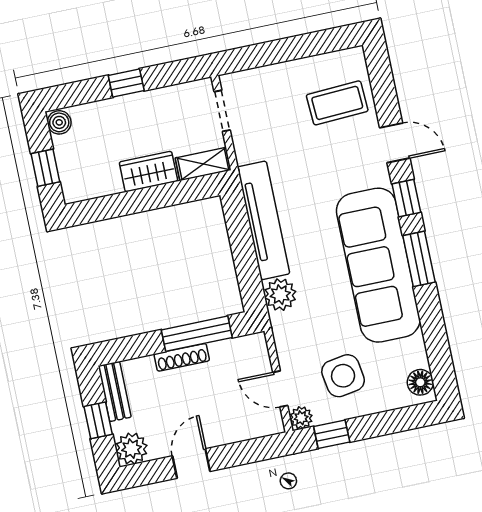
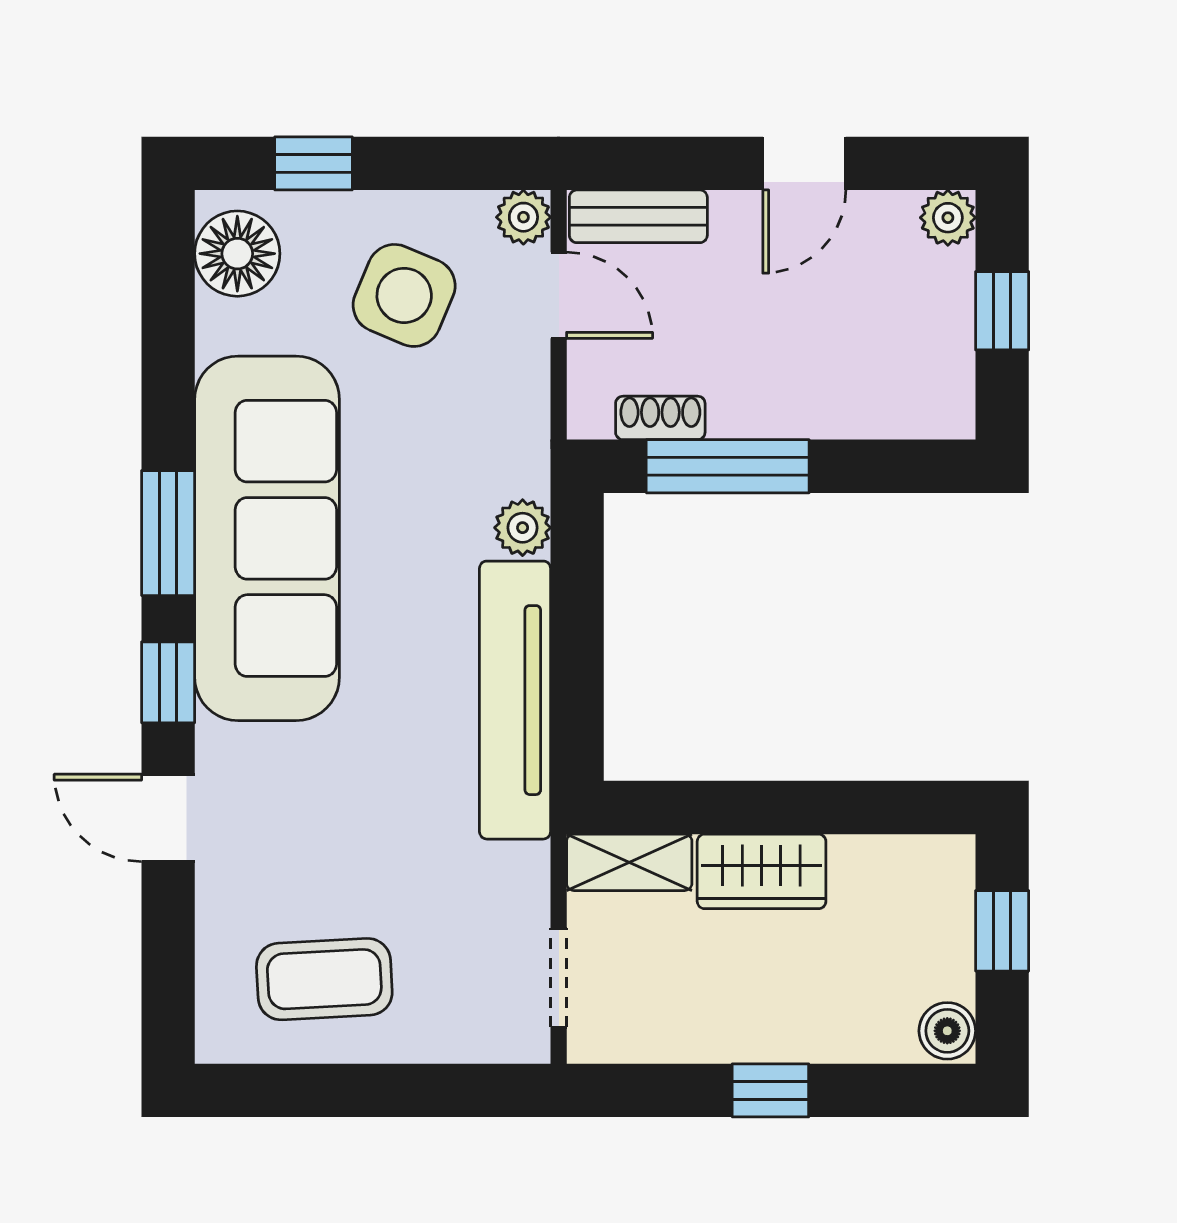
coffee table: (337, 103) -> (324, 979), moved
plant: (280, 295) -> (523, 528), width x0.73, depth x0.73
shoe rack: (182, 357) -> (660, 418), moved, width x0.70
side table: (343, 376) -> (404, 295), turned 32
floor lamp: (420, 382) -> (237, 254), width x1.38, depth x1.38
bench: (115, 391) -> (638, 216), moved, turned 90
window: (332, 434) -> (313, 163), moved
plant: (132, 449) -> (948, 218), width x0.73, depth x0.73

